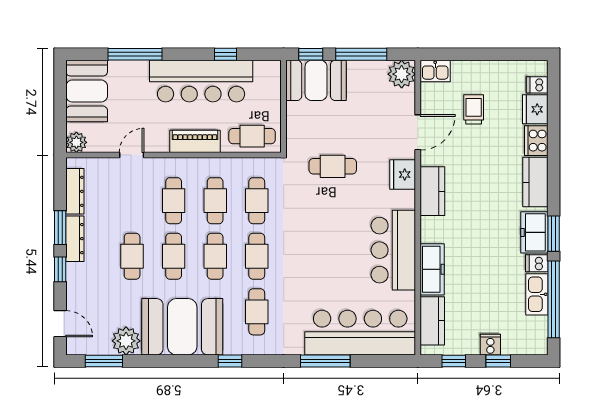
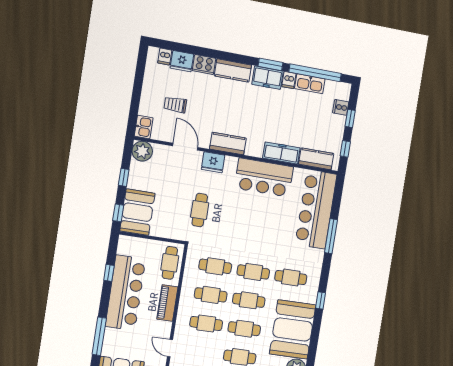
window: (361, 54) -> (124, 177), width x0.46
cooker: (490, 345) -> (341, 107), moved

